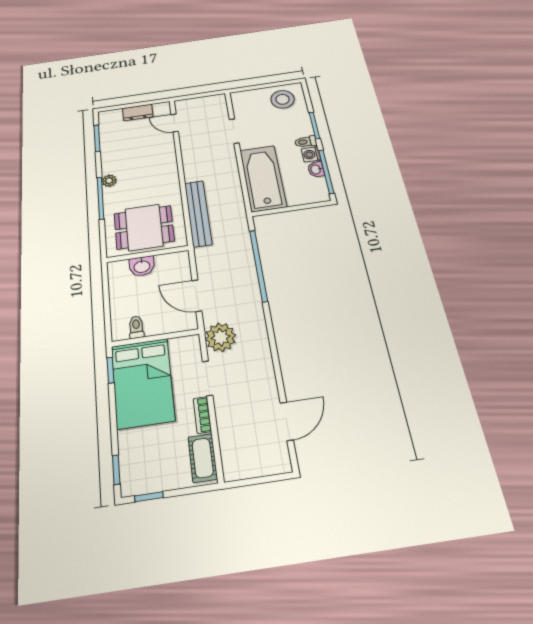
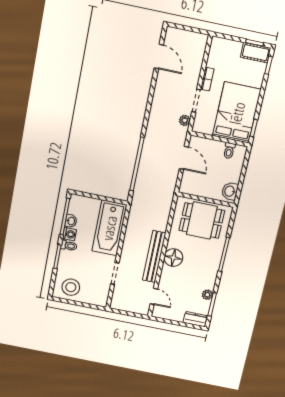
dresser: (138, 113) -> (195, 319), moved
floor lamp: (166, 173) -> (173, 258), added
plant: (109, 181) -> (207, 295), moved
bench: (198, 213) -> (154, 257), moved
washbasin: (142, 266) -> (230, 191), moved, turned -90
plant: (220, 337) -> (185, 120), width x0.53, depth x0.53
door: (287, 421) -> (159, 57), swing flipped
cot: (203, 458) -> (256, 53), moved, turned 90

